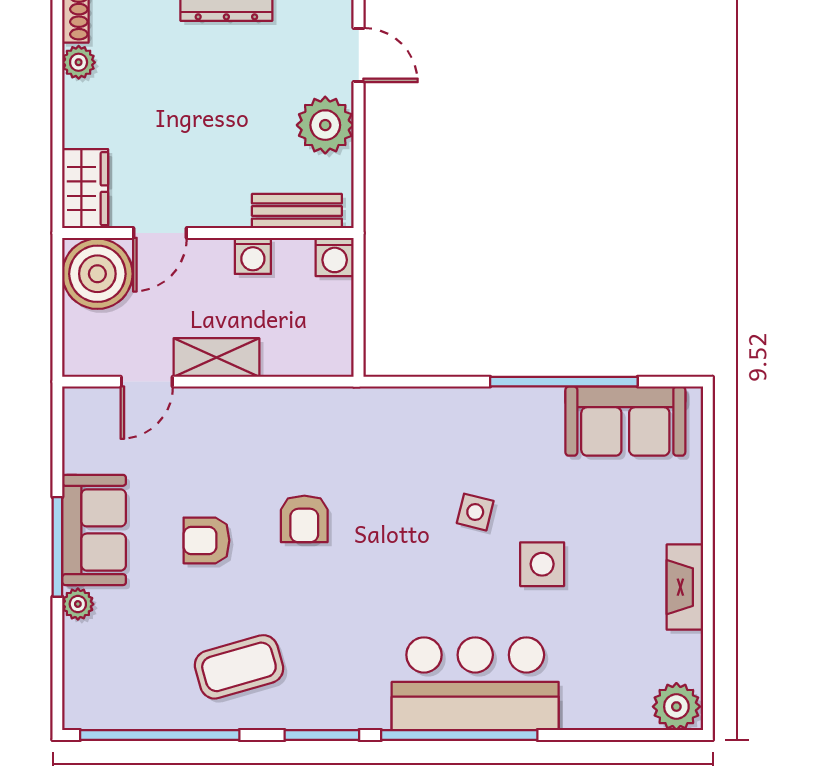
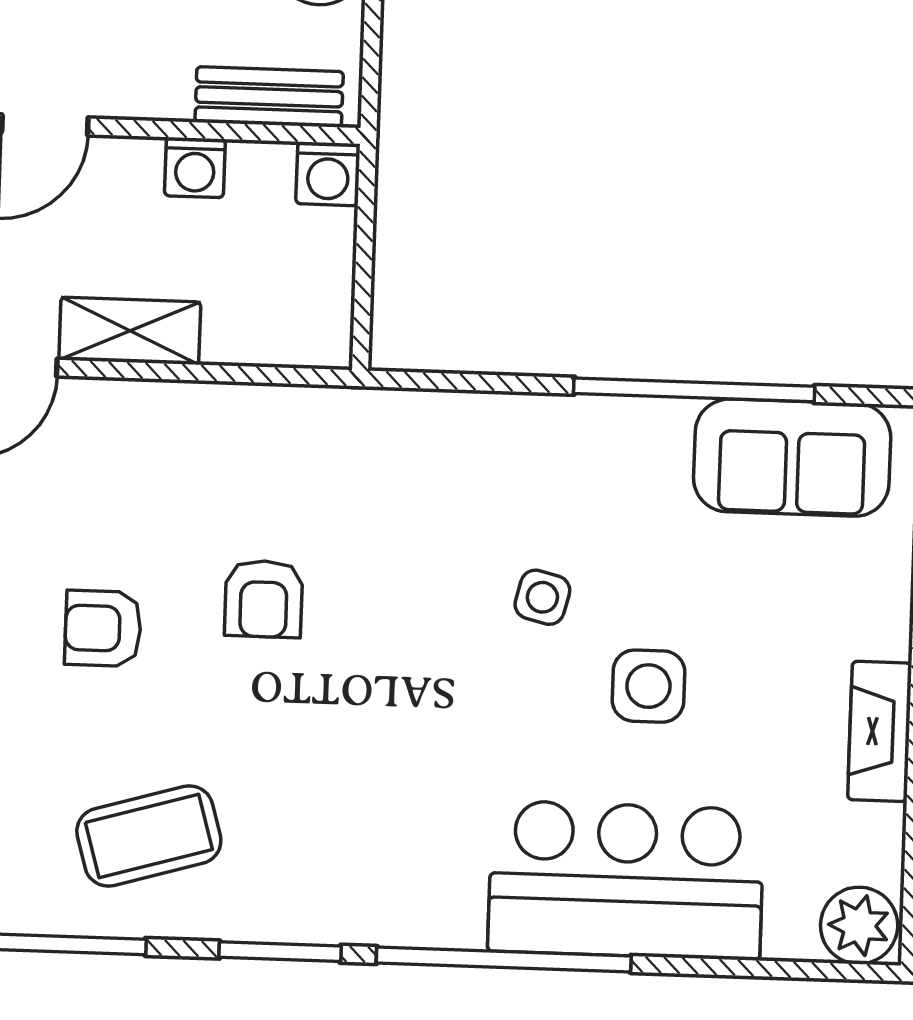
bar counter: (475, 684) -> (626, 880), moved

